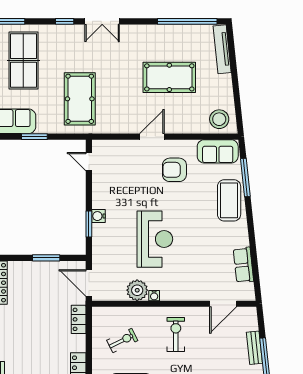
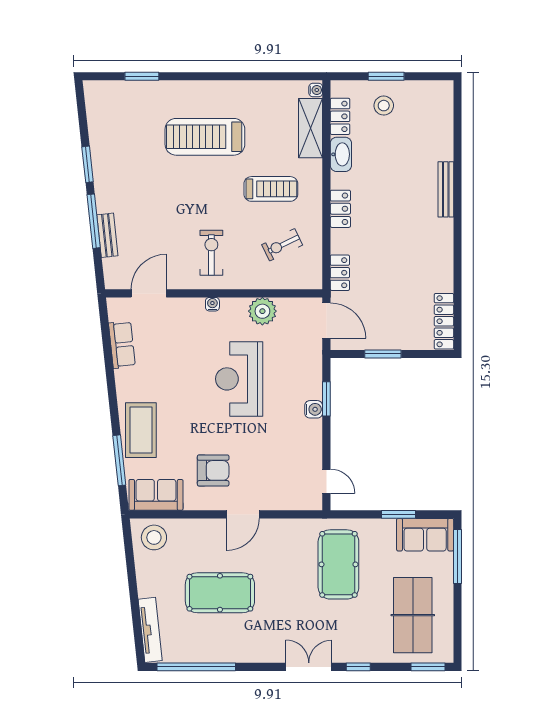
water cooler: (154, 296) -> (212, 304), moved
exercise bike: (176, 334) -> (211, 253), turned 180

